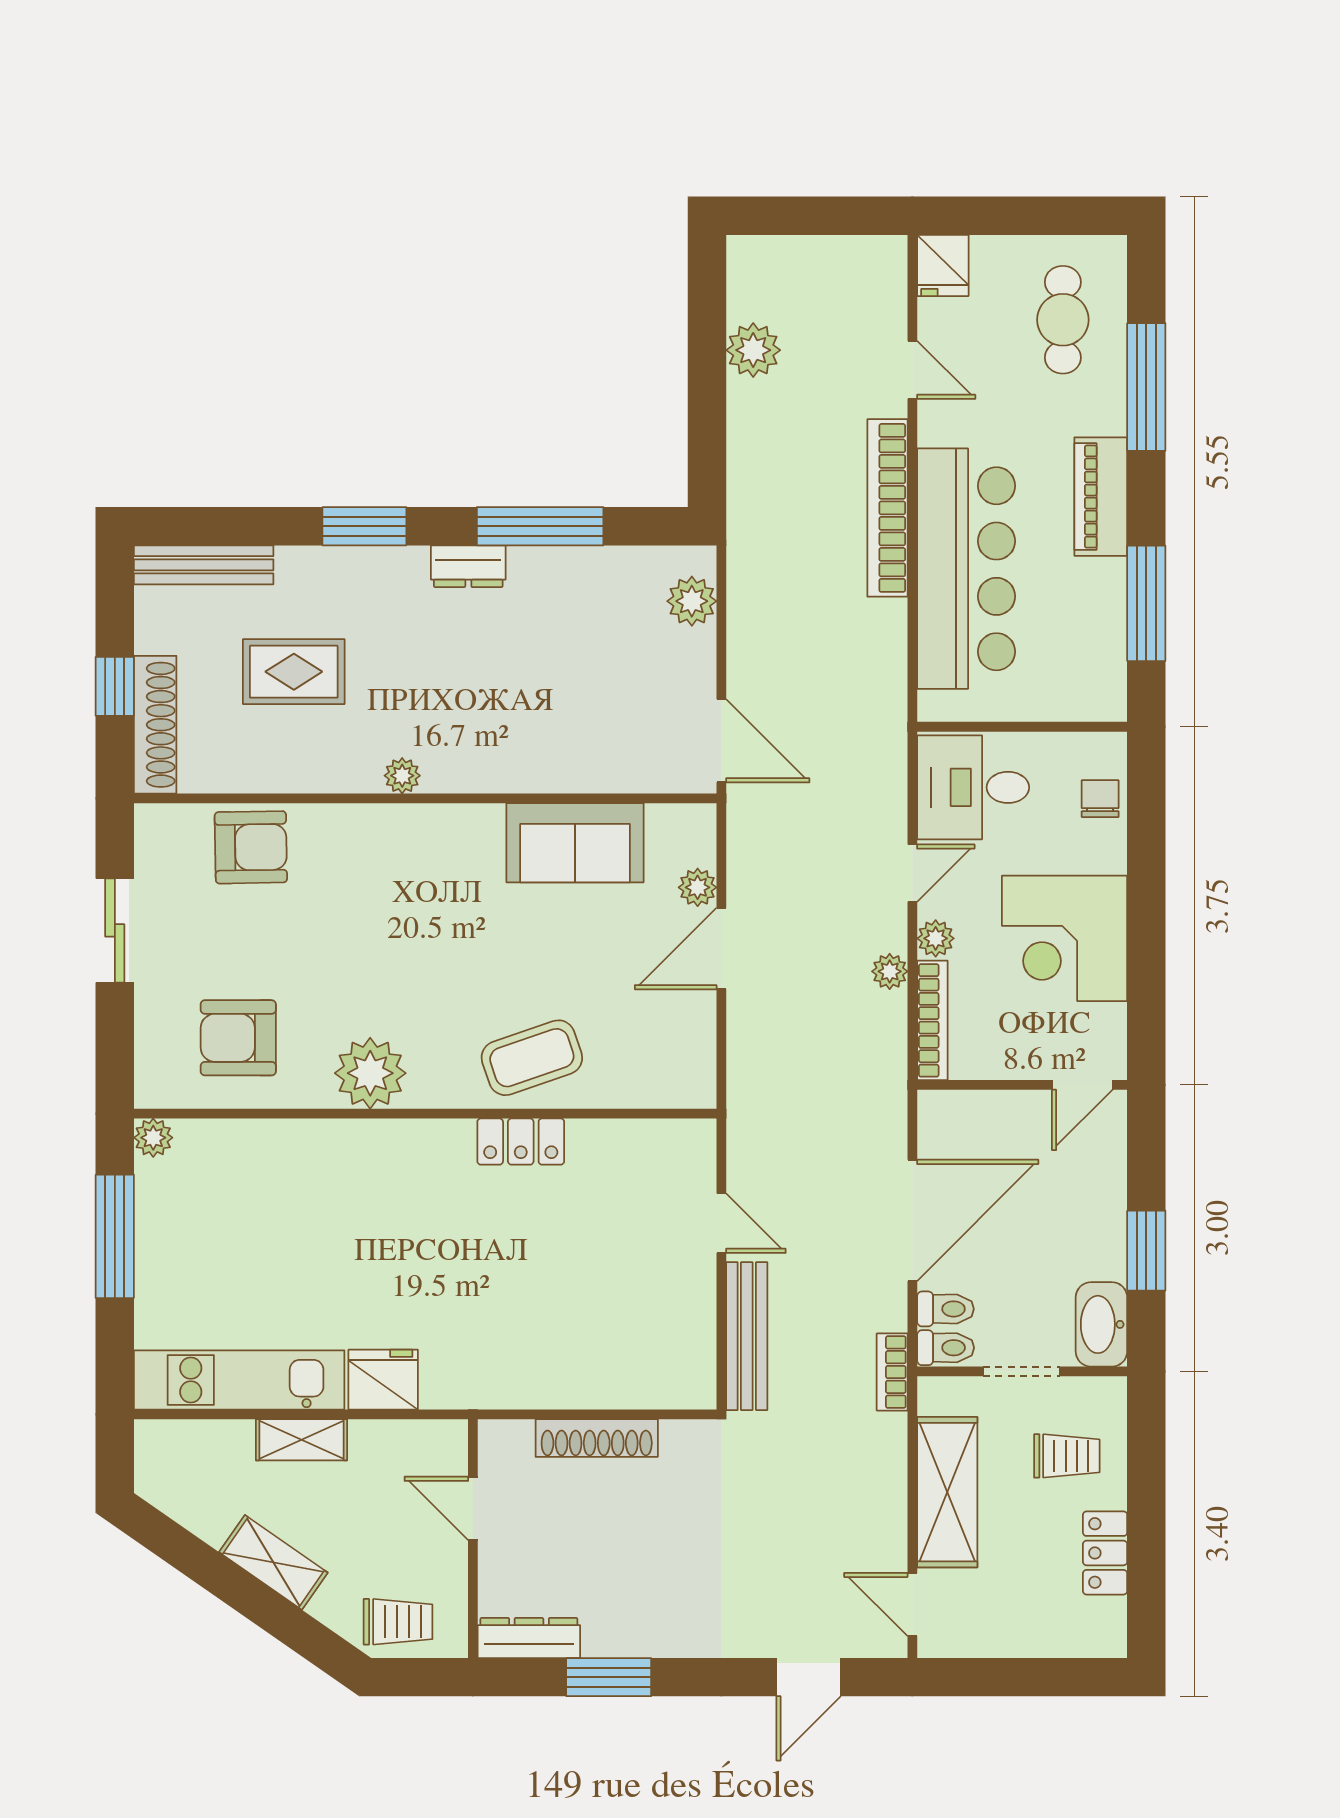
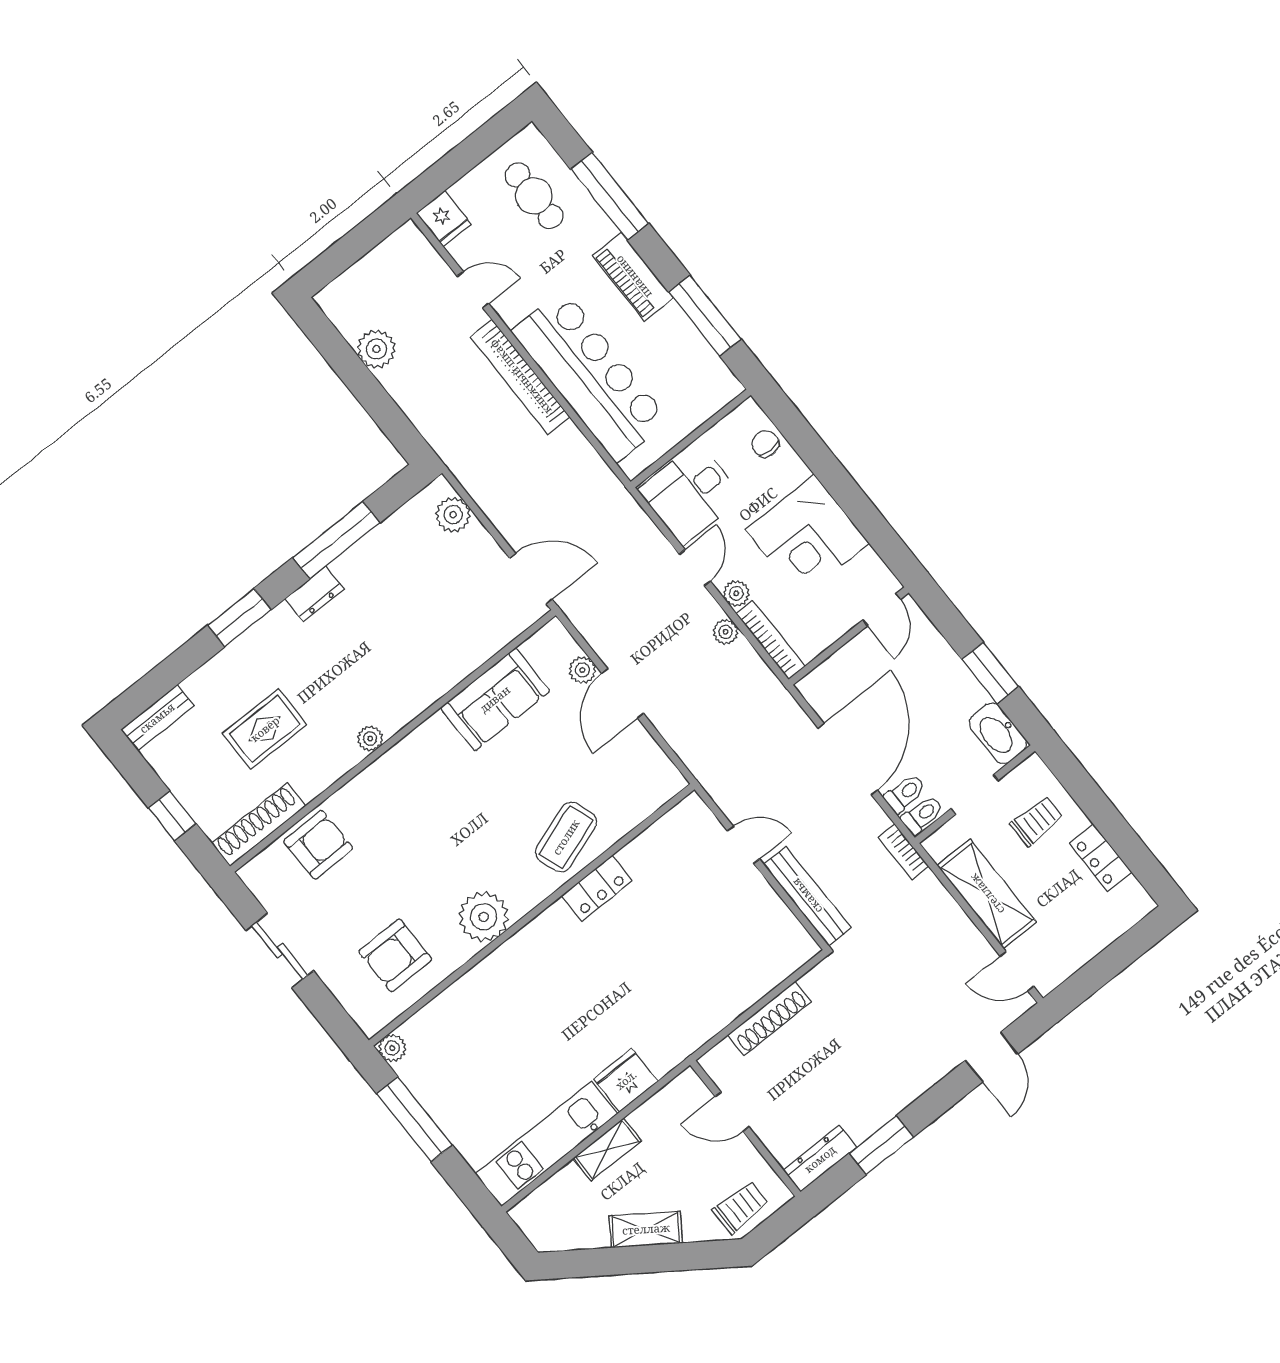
bench: (204, 565) -> (157, 718), width x0.73
shoe rack: (155, 725) -> (259, 825), moved, turned -90

